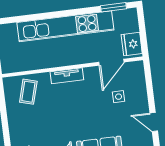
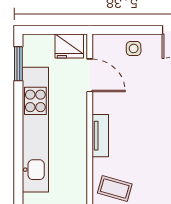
side table: (119, 97) -> (134, 48), moved

